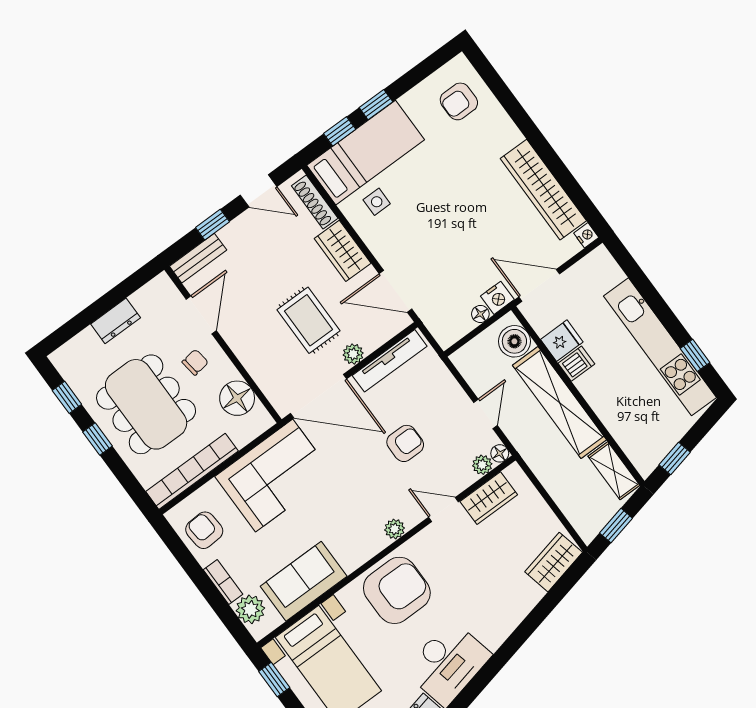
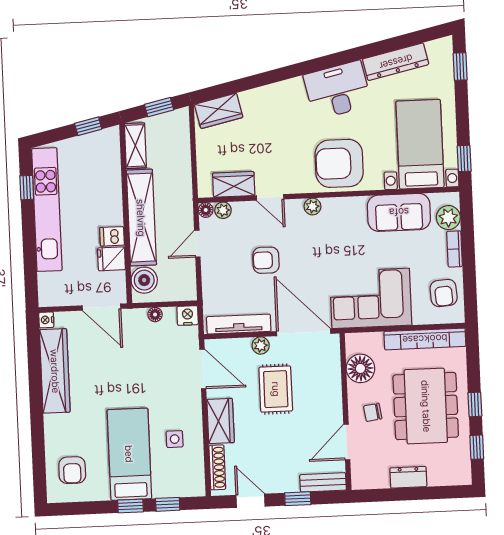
armchair: (459, 101) -> (72, 470), turned 90
bed: (366, 153) -> (129, 454), moved, turned 90
nightstand: (497, 298) -> (188, 316), moved

